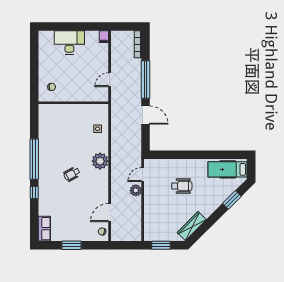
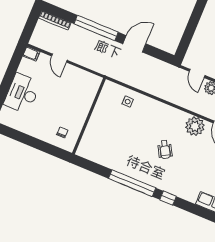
door: (110, 80) -> (59, 58), moved
plant: (100, 161) -> (195, 126), moved

